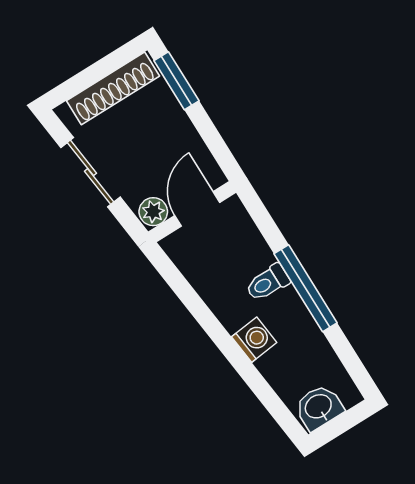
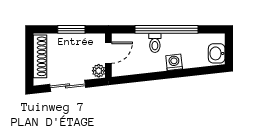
window: (176, 81) -> (71, 29), moved
door: (197, 209) -> (108, 53), swing flipped
window: (306, 288) -> (166, 29), width x1.46

